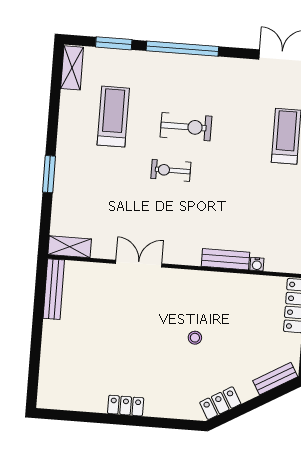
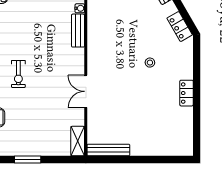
stool: (195, 338) -> (150, 63), moved

